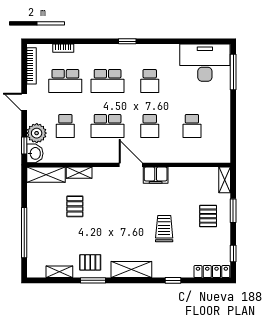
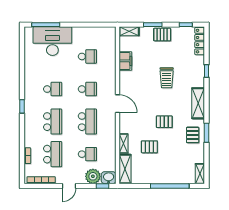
desk: (205, 63) -> (52, 41), moved, turned 90
door: (131, 165) -> (117, 104), swing flipped
filing cabinet: (156, 175) -> (125, 61), moved
pallet: (208, 216) -> (162, 35), moved
pallet: (107, 226) -> (164, 122), added
trolley: (164, 229) -> (167, 78), turned -90
shelving: (59, 272) -> (200, 174), moved

